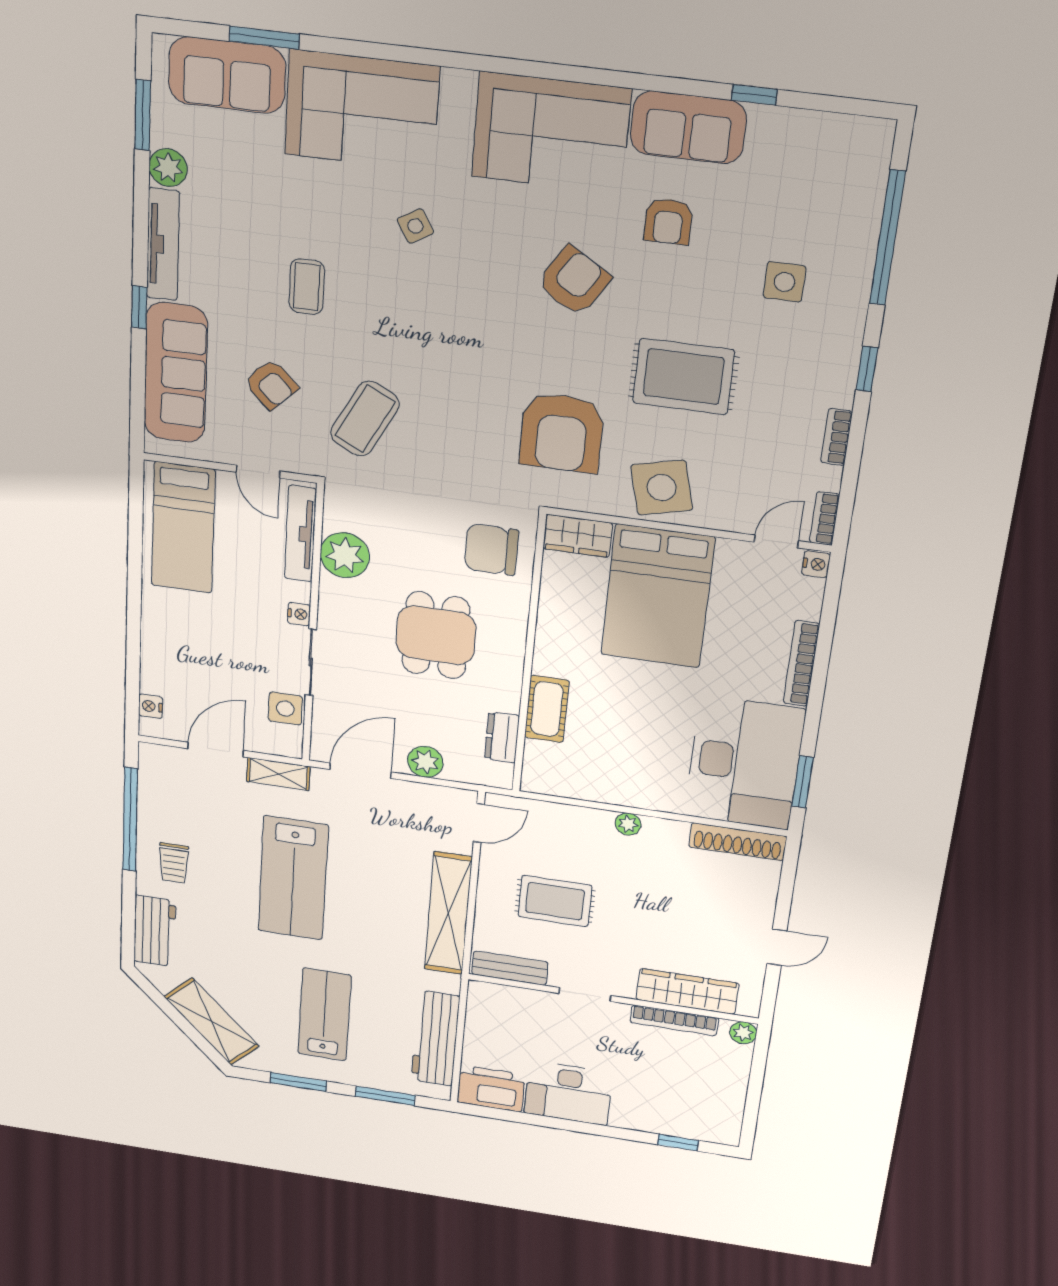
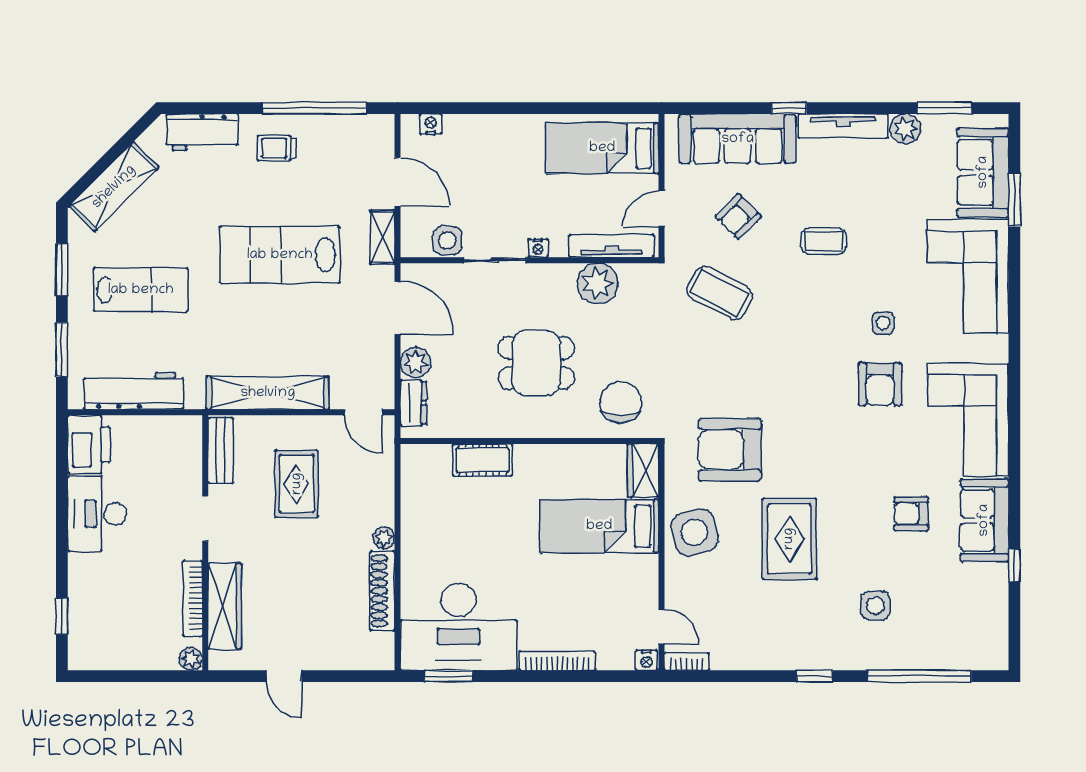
side table: (415, 226) -> (883, 323), turned 31
armchair: (574, 281) -> (880, 384), moved, turned 58
bookcase: (837, 437) -> (756, 661), removed
bed: (658, 596) -> (599, 526), width x0.67
dresser: (502, 737) -> (413, 403), moved, turned 90
shoe rack: (738, 842) -> (382, 591), moved

